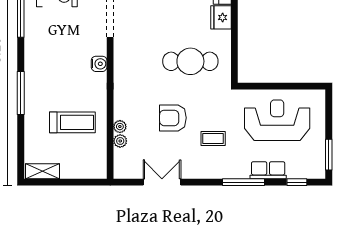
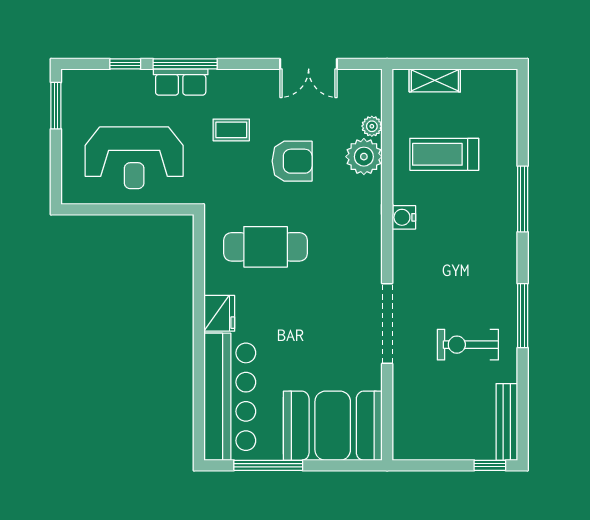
water cooler: (99, 64) -> (404, 217), moved
plant: (120, 127) -> (364, 157), width x1.87, depth x1.87
row of seats: (268, 170) -> (181, 82), moved
shelving: (43, 171) -> (435, 80), moved
window: (297, 182) -> (125, 64), moved

